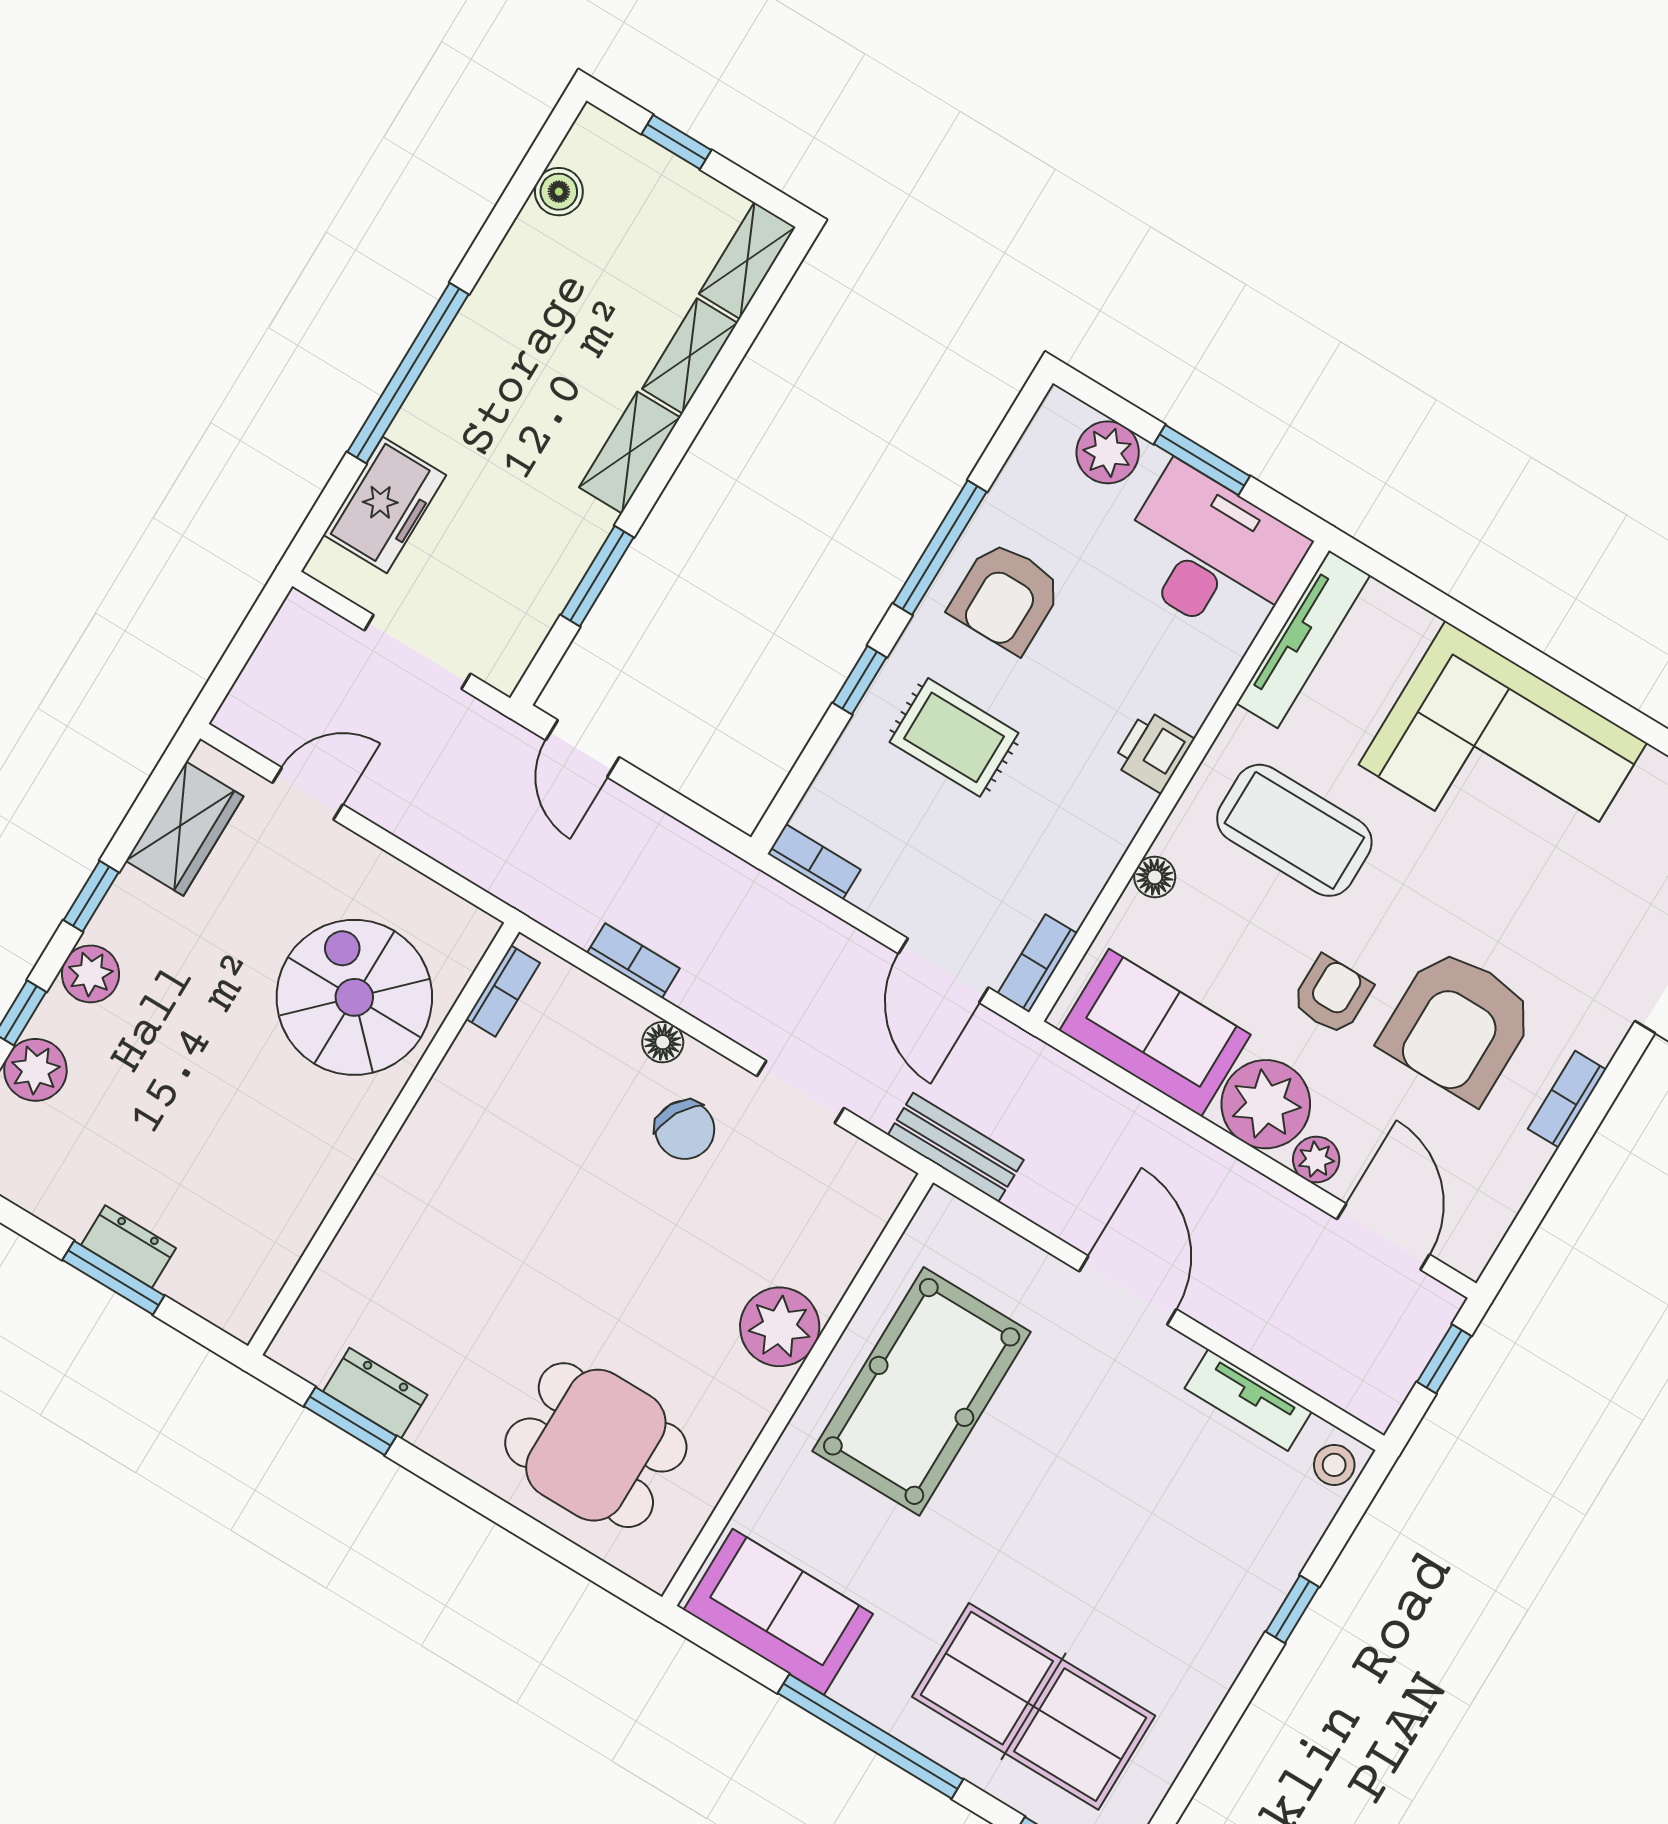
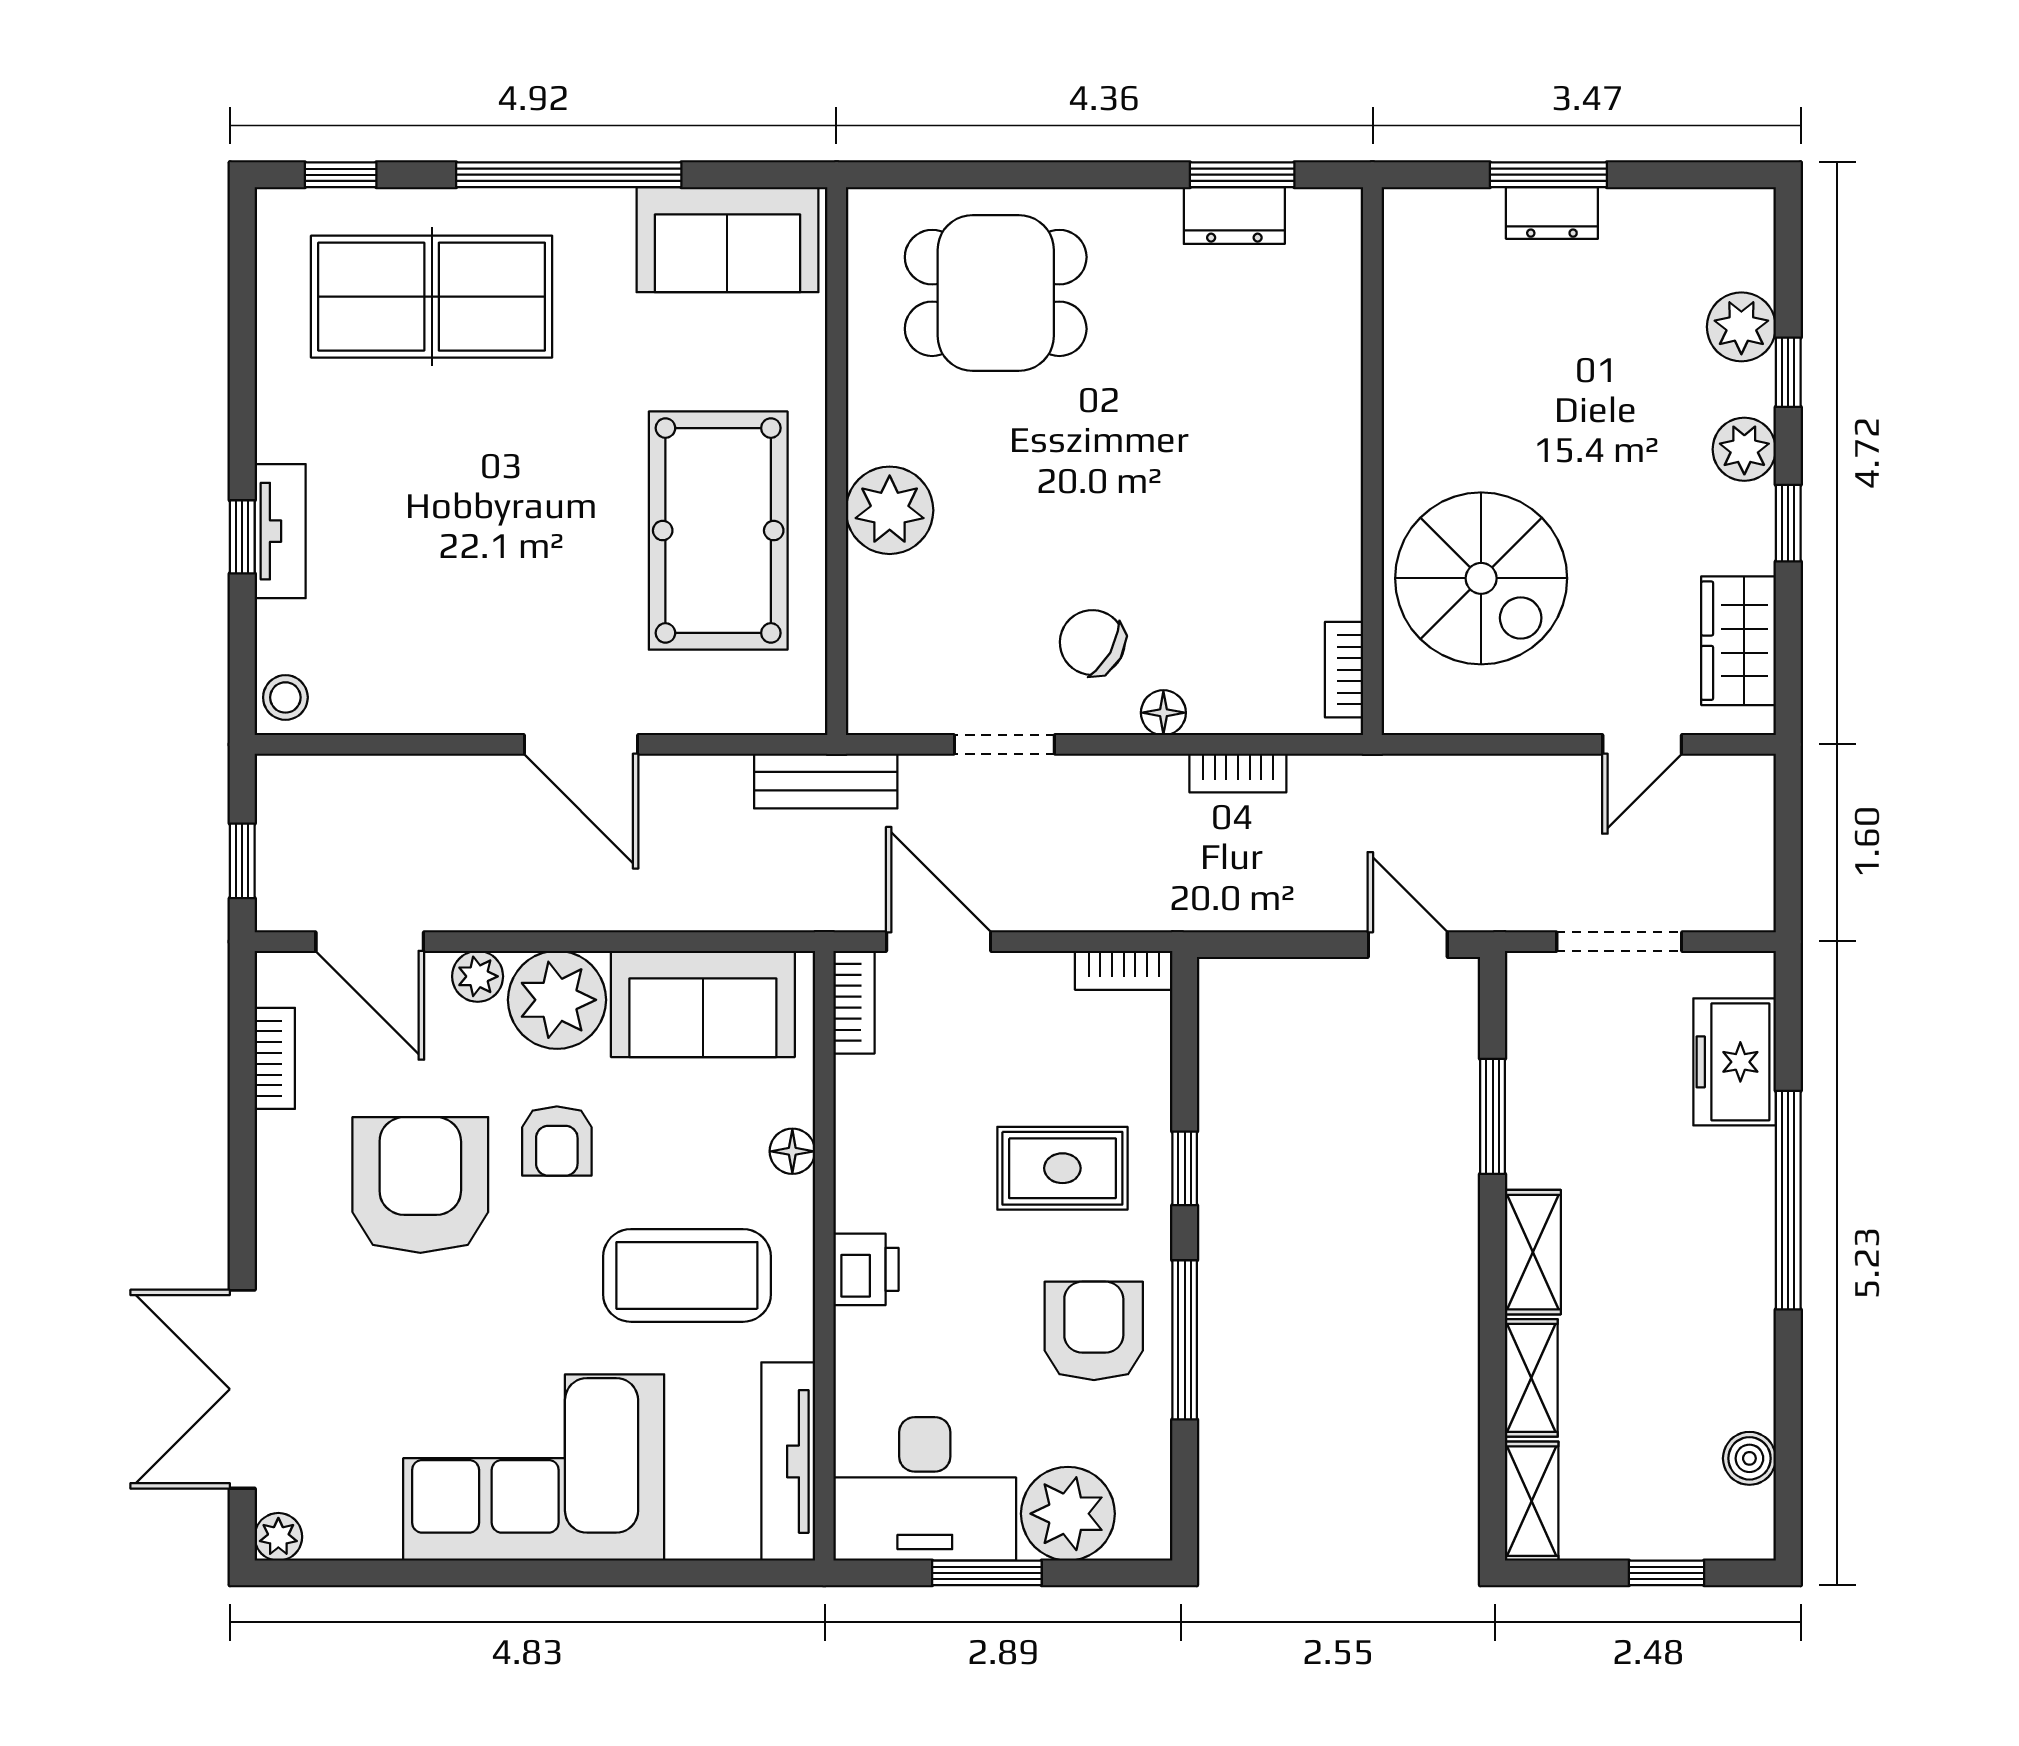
plant: (1108, 452) -> (1068, 1514), width x1.36, depth x1.36
bookcase: (1567, 1099) -> (275, 1058), moved
tv unit: (1248, 1400) -> (280, 531), moved, turned 90

